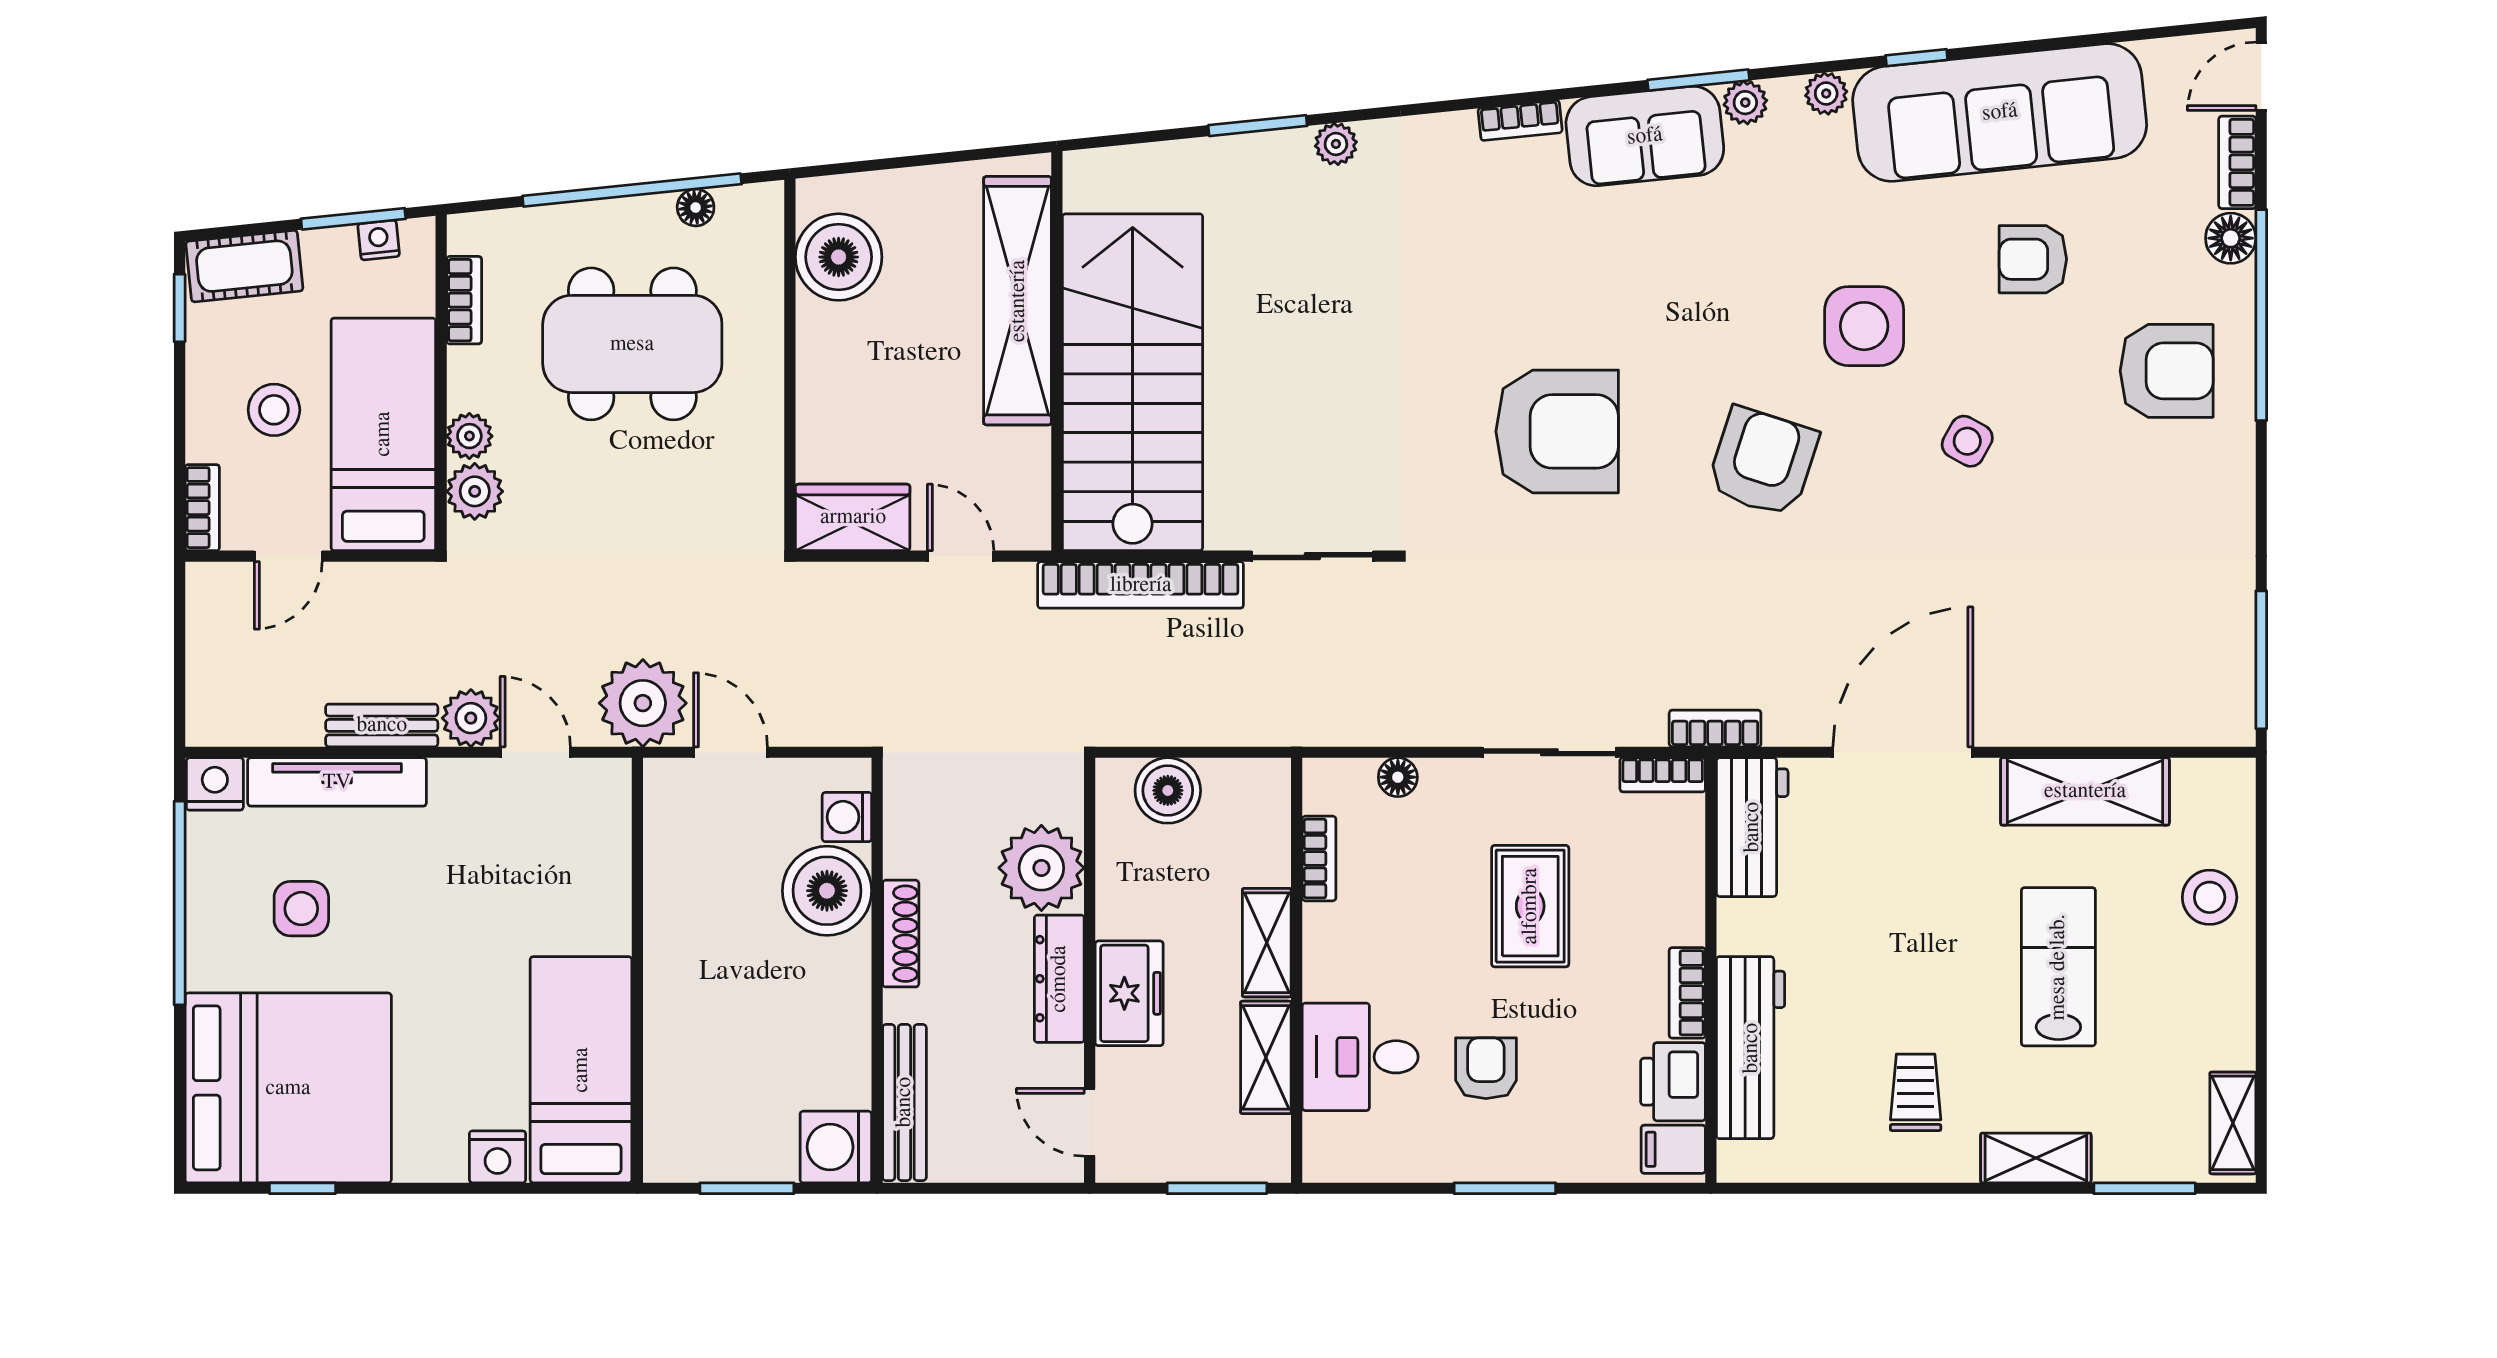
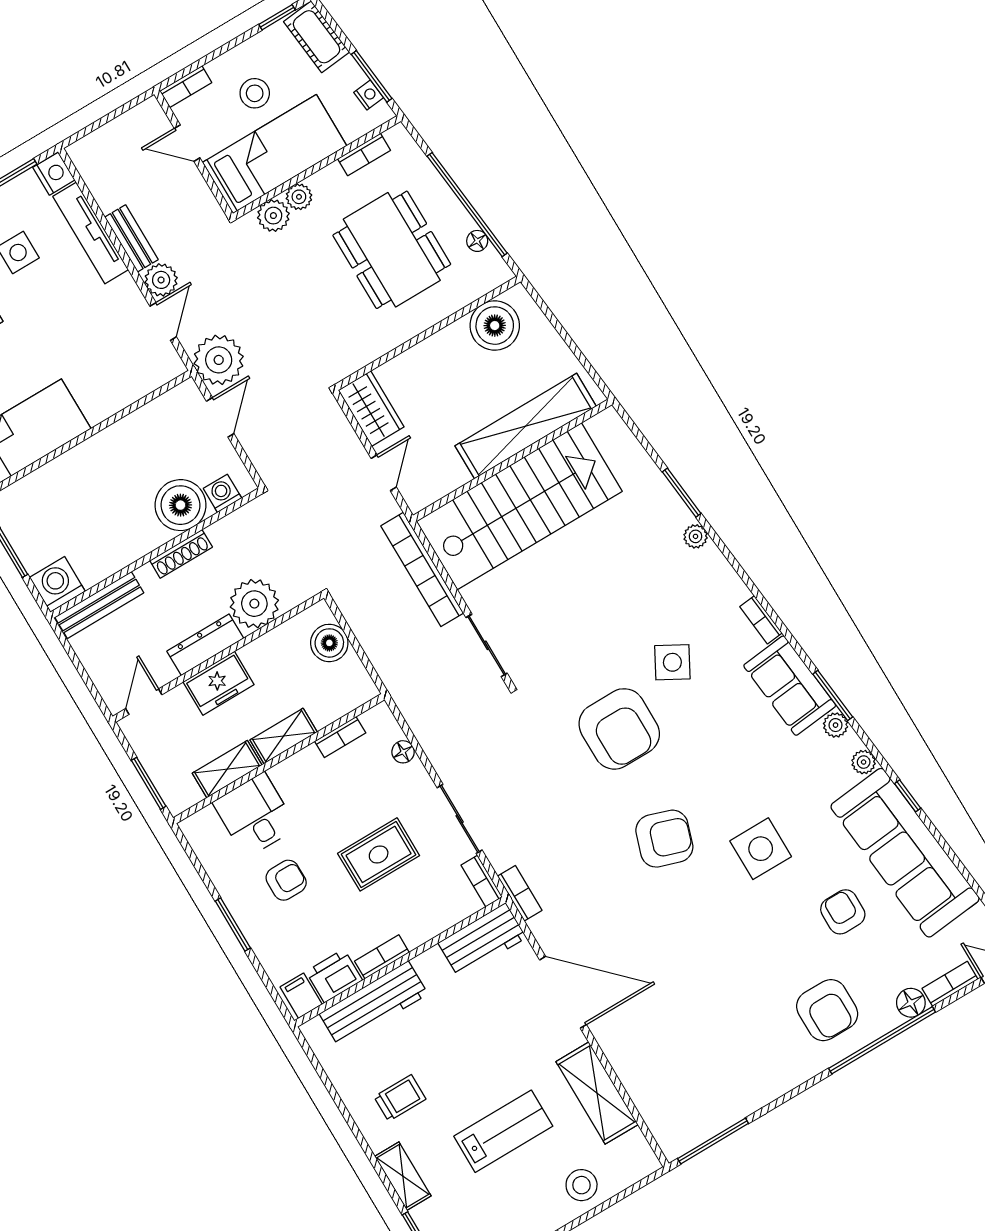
side table: (1967, 441) -> (672, 662), moved, width x1.37, depth x1.37

